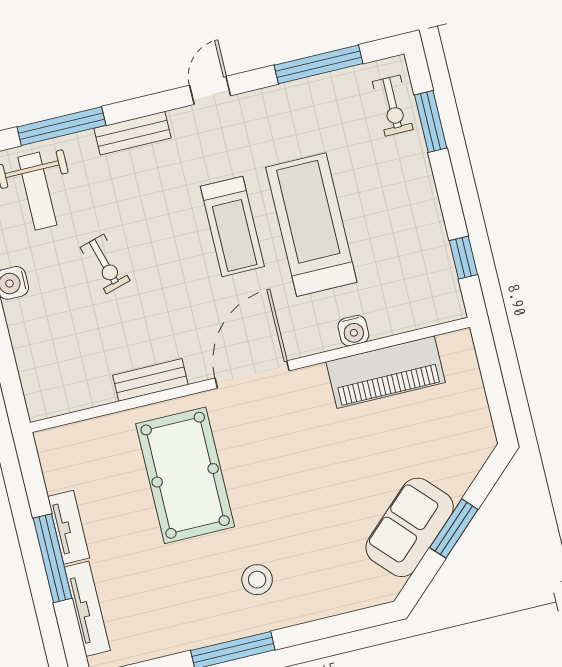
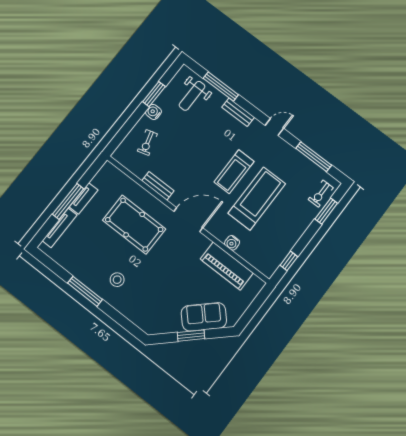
exercise bike: (105, 264) -> (147, 142), moved
pool table: (185, 475) -> (134, 225), turned 90
sofa: (410, 527) -> (204, 317), moved

